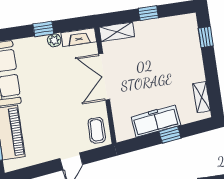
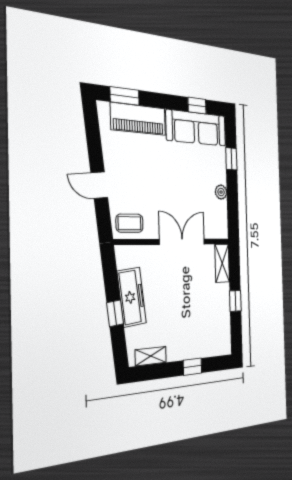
window: (43, 29) -> (231, 159), moved
fireplace: (79, 37) -> (221, 220), removed
window: (206, 37) -> (192, 367), moved

